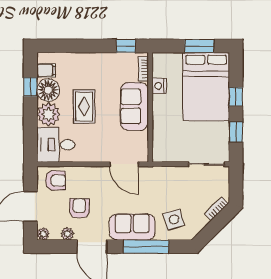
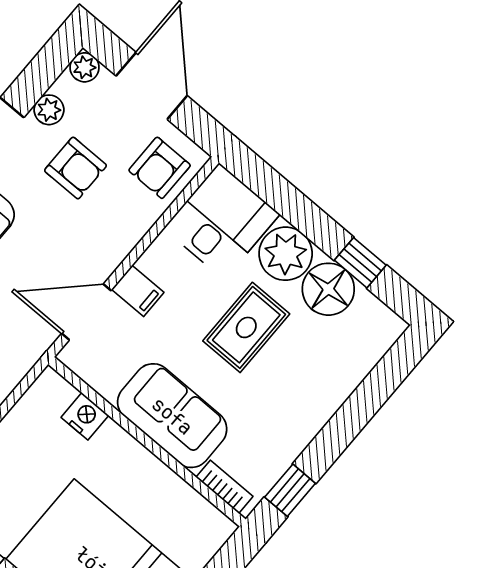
filing cabinet: (46, 70) -> (138, 291), moved, turned -90
nightstand: (159, 86) -> (85, 416), moved
rug: (84, 107) -> (246, 327), turned 90

